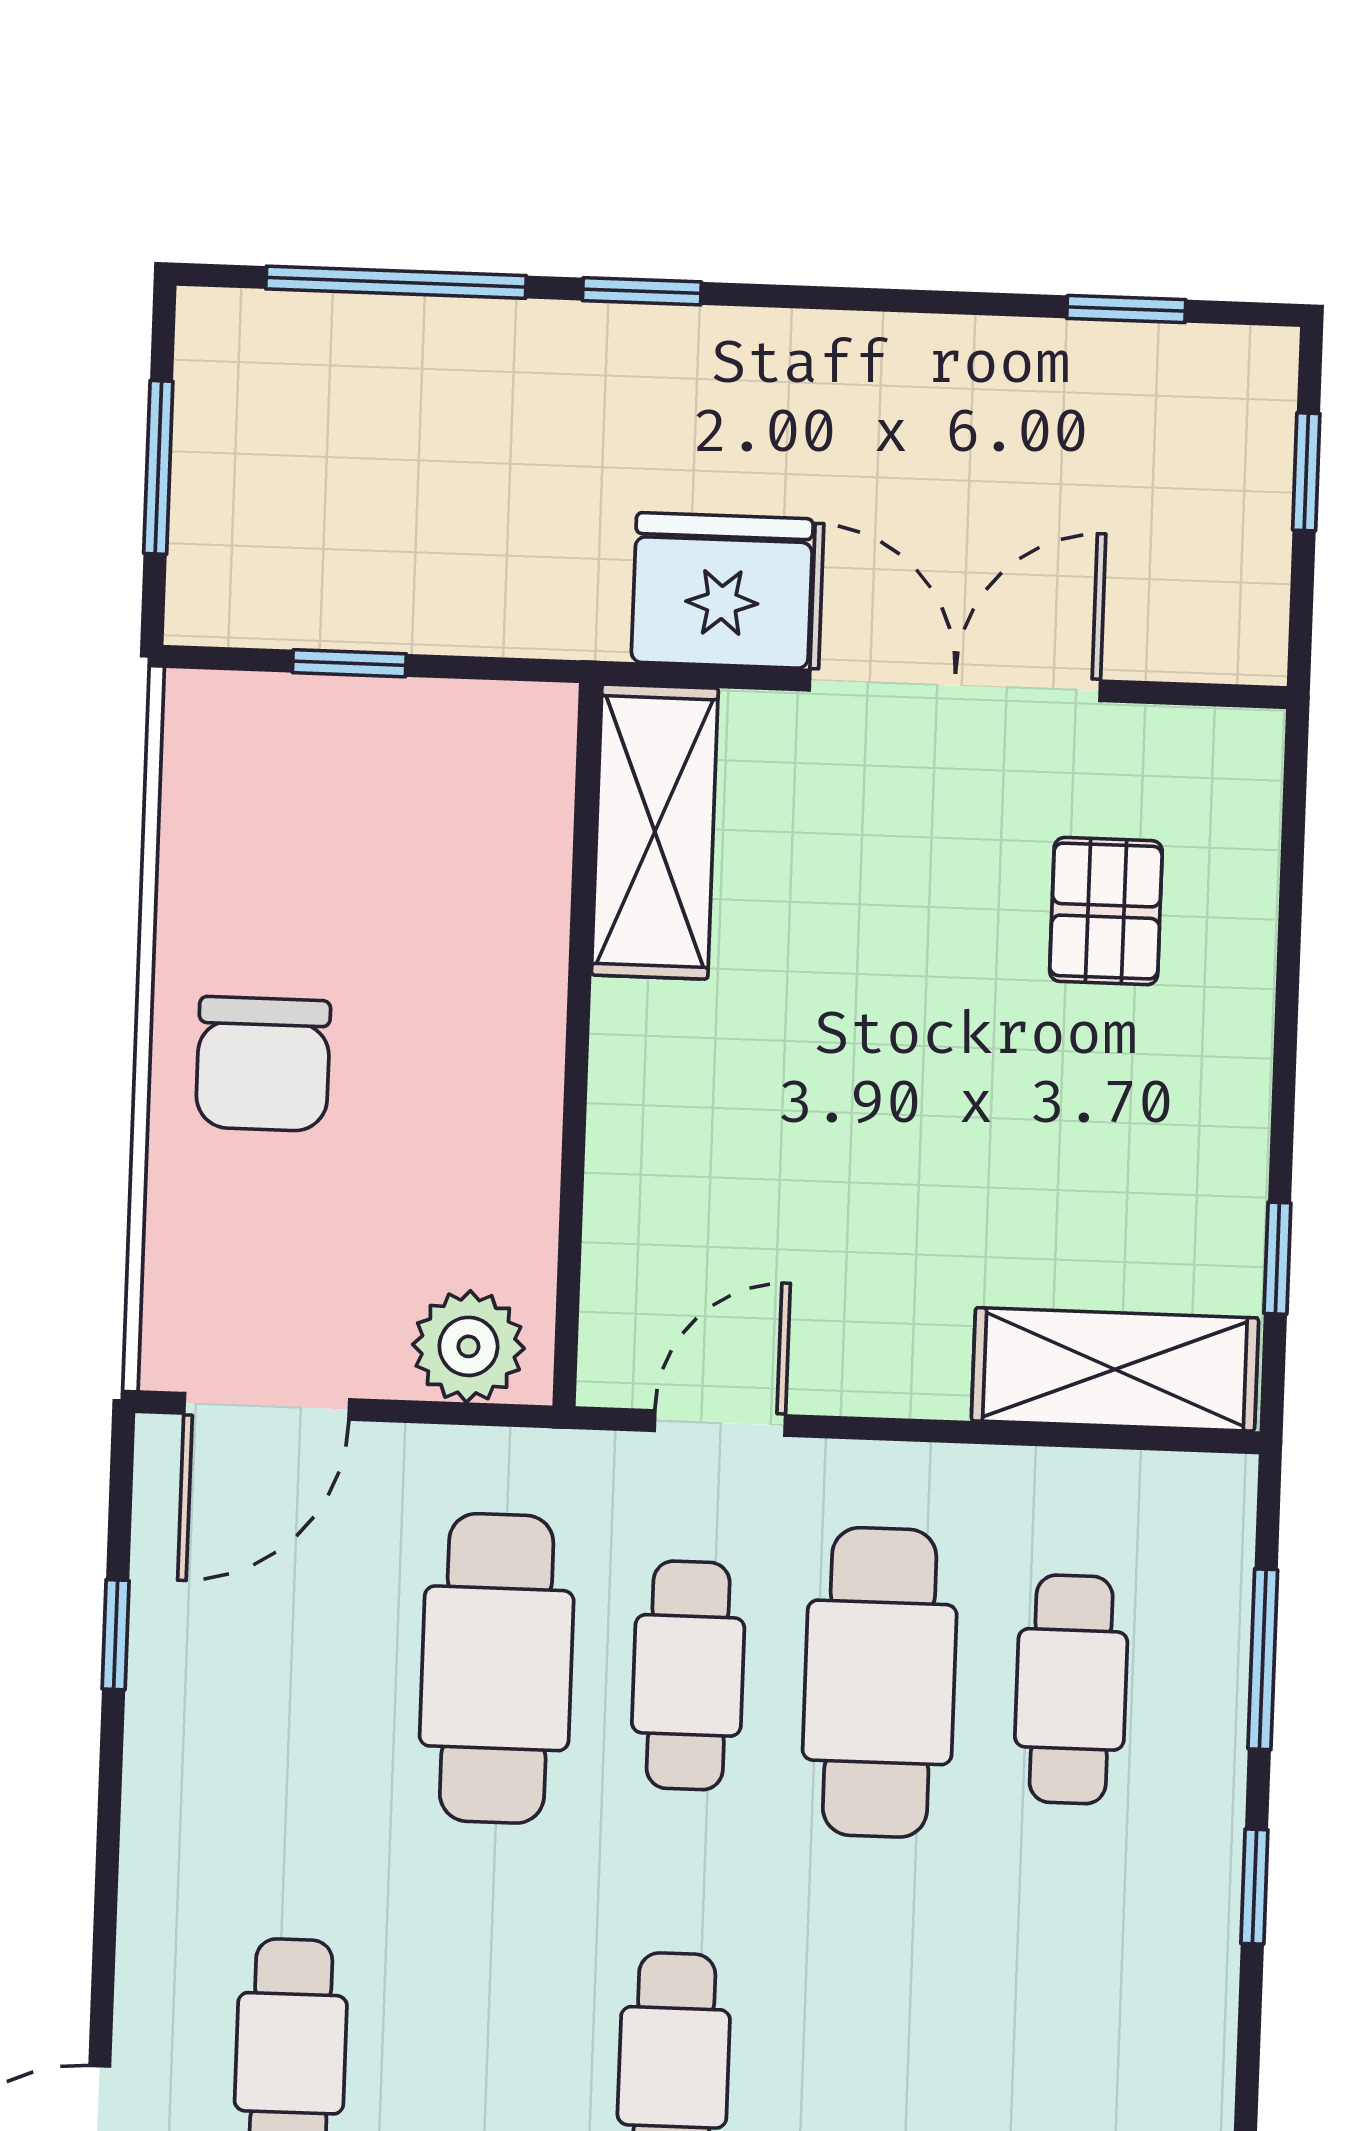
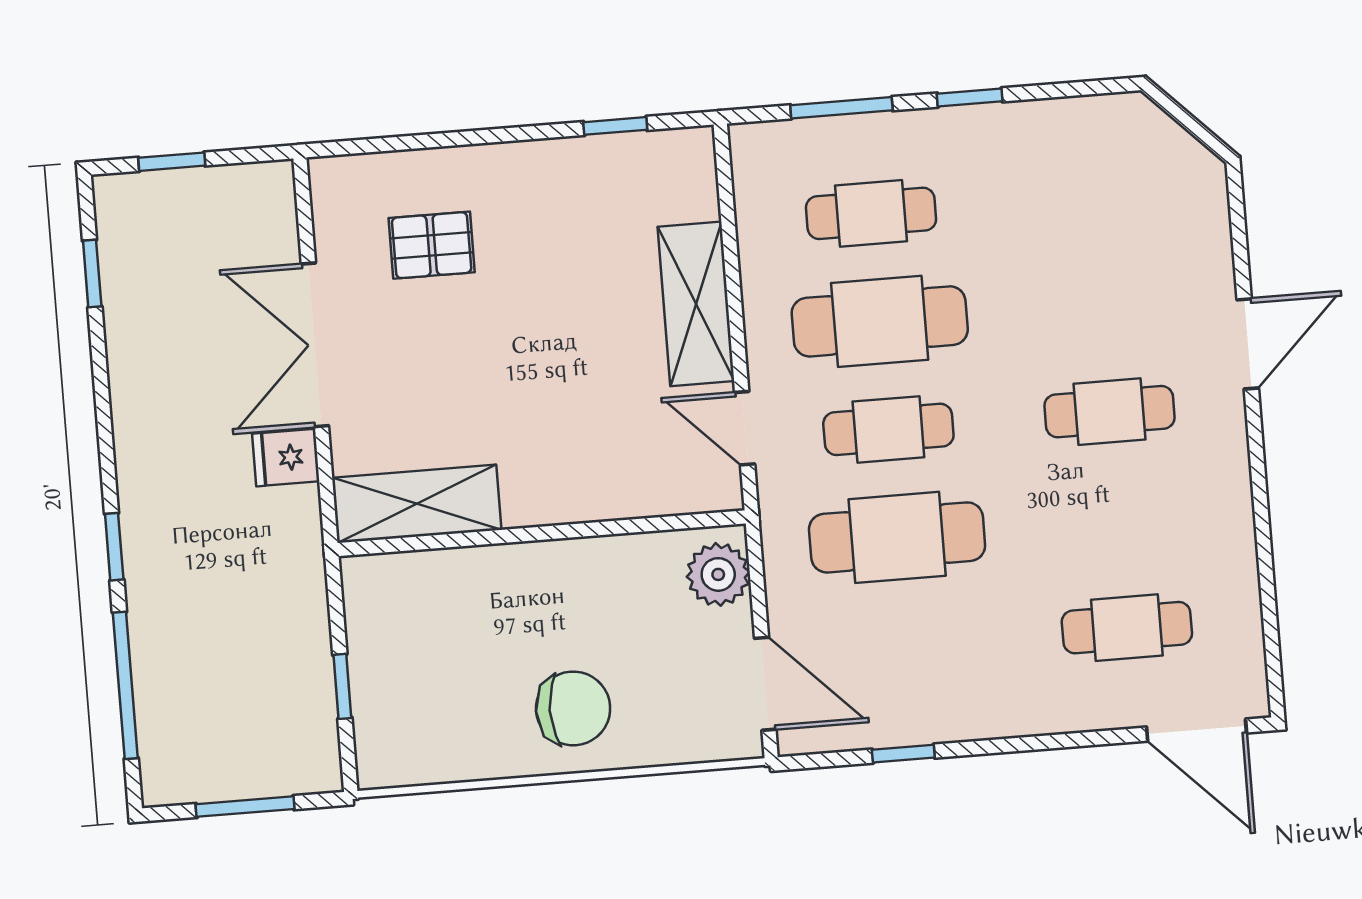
fridge: (722, 590) -> (286, 458), width x0.53, depth x0.75
shelving: (1115, 1369) -> (696, 304), moved

